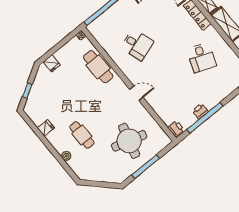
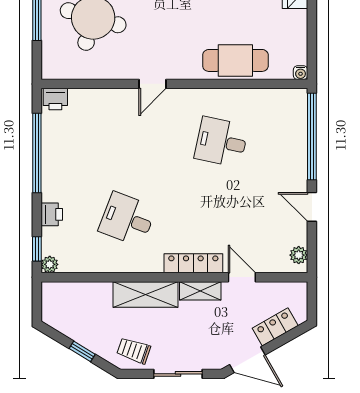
desk: (137, 45) -> (221, 142), turned 30
printer: (200, 111) -> (52, 214), moved

